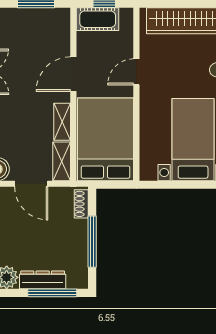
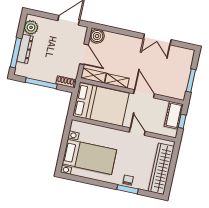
door: (31, 184) -> (84, 54), swing flipped

